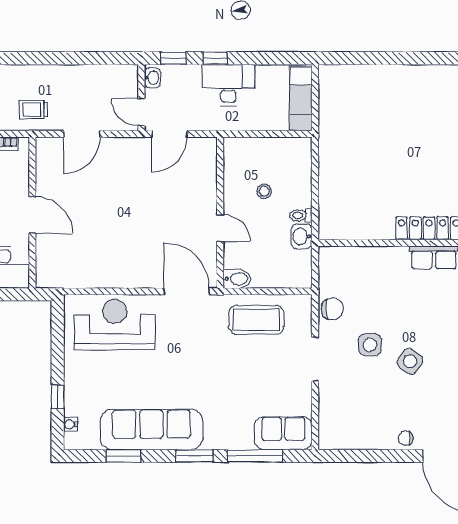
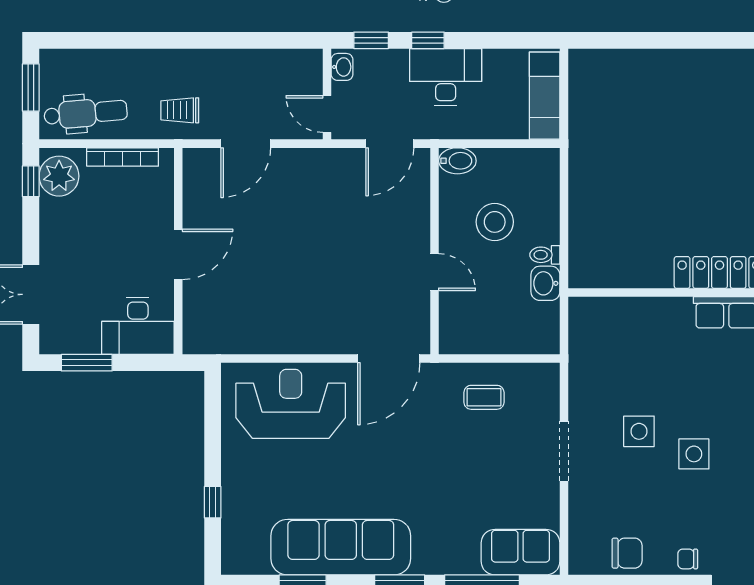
door: (169, 134) -> (390, 144), moved
stool: (264, 191) -> (495, 222), width x1.89, depth x1.89
door: (32, 215) -> (178, 254), hinge flipped
bidet: (237, 279) -> (457, 161), moved
door: (187, 291) -> (389, 359), swing flipped
chair: (332, 309) -> (627, 553), moved
coffee table: (256, 320) -> (484, 397), width x0.54, depth x0.58
side table: (410, 361) -> (694, 454), turned -36
water cooler: (70, 424) -> (230, 540), removed

